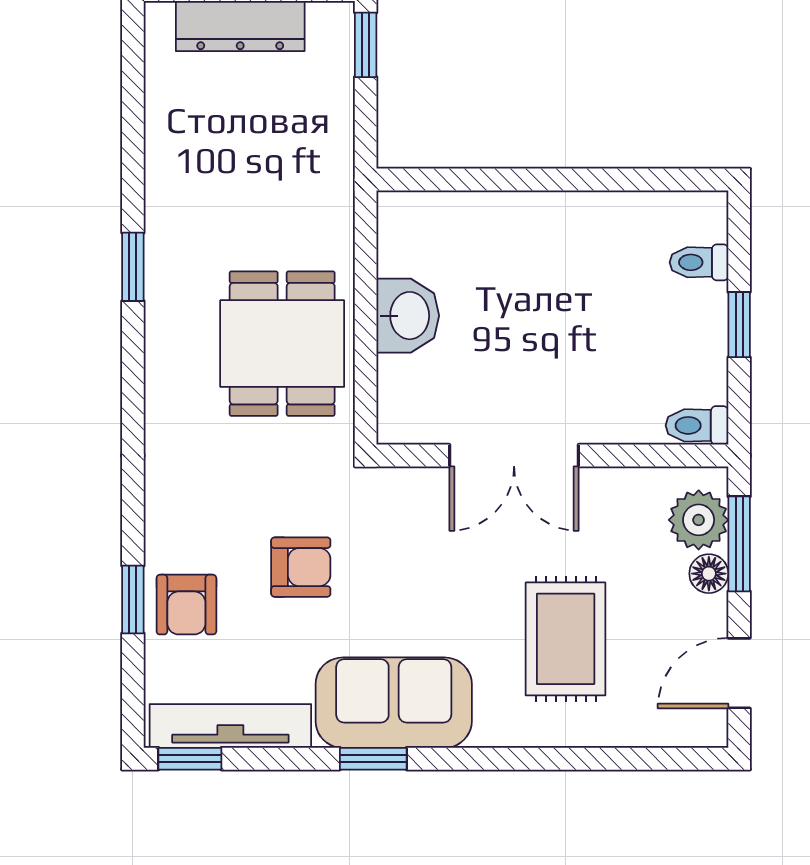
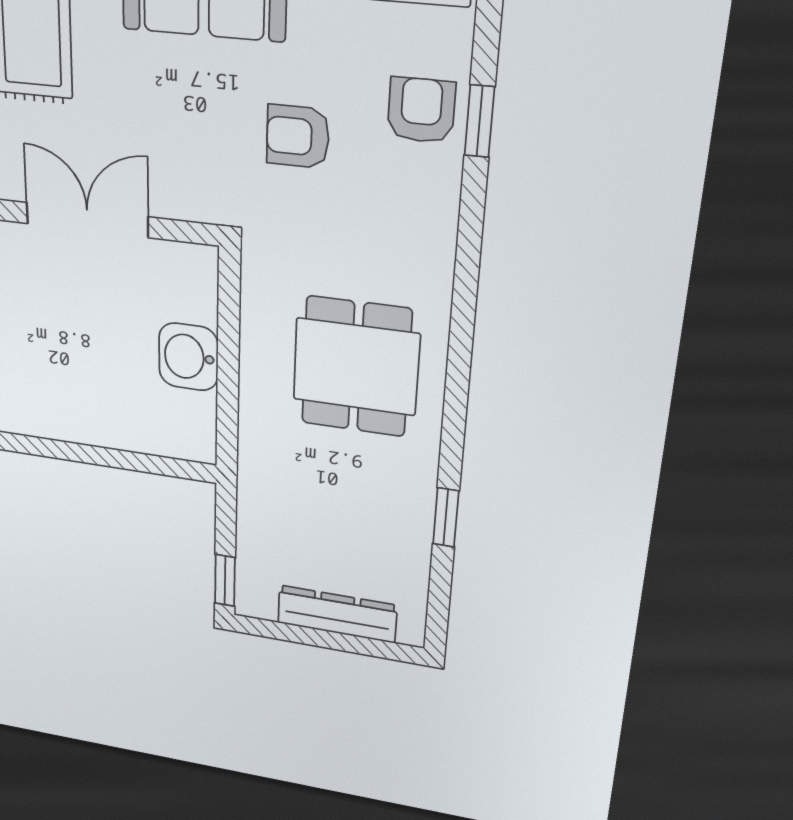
window: (133, 267) -> (446, 517), moved
dining table: (282, 344) -> (356, 367), moved

